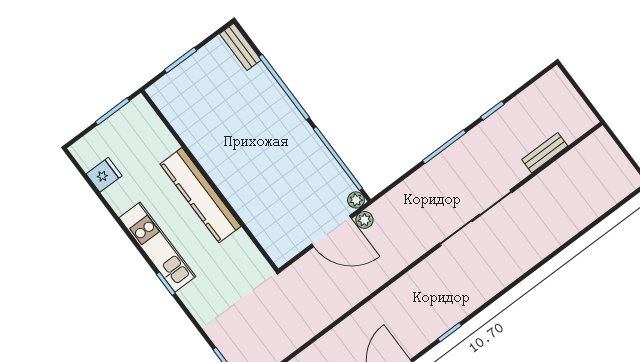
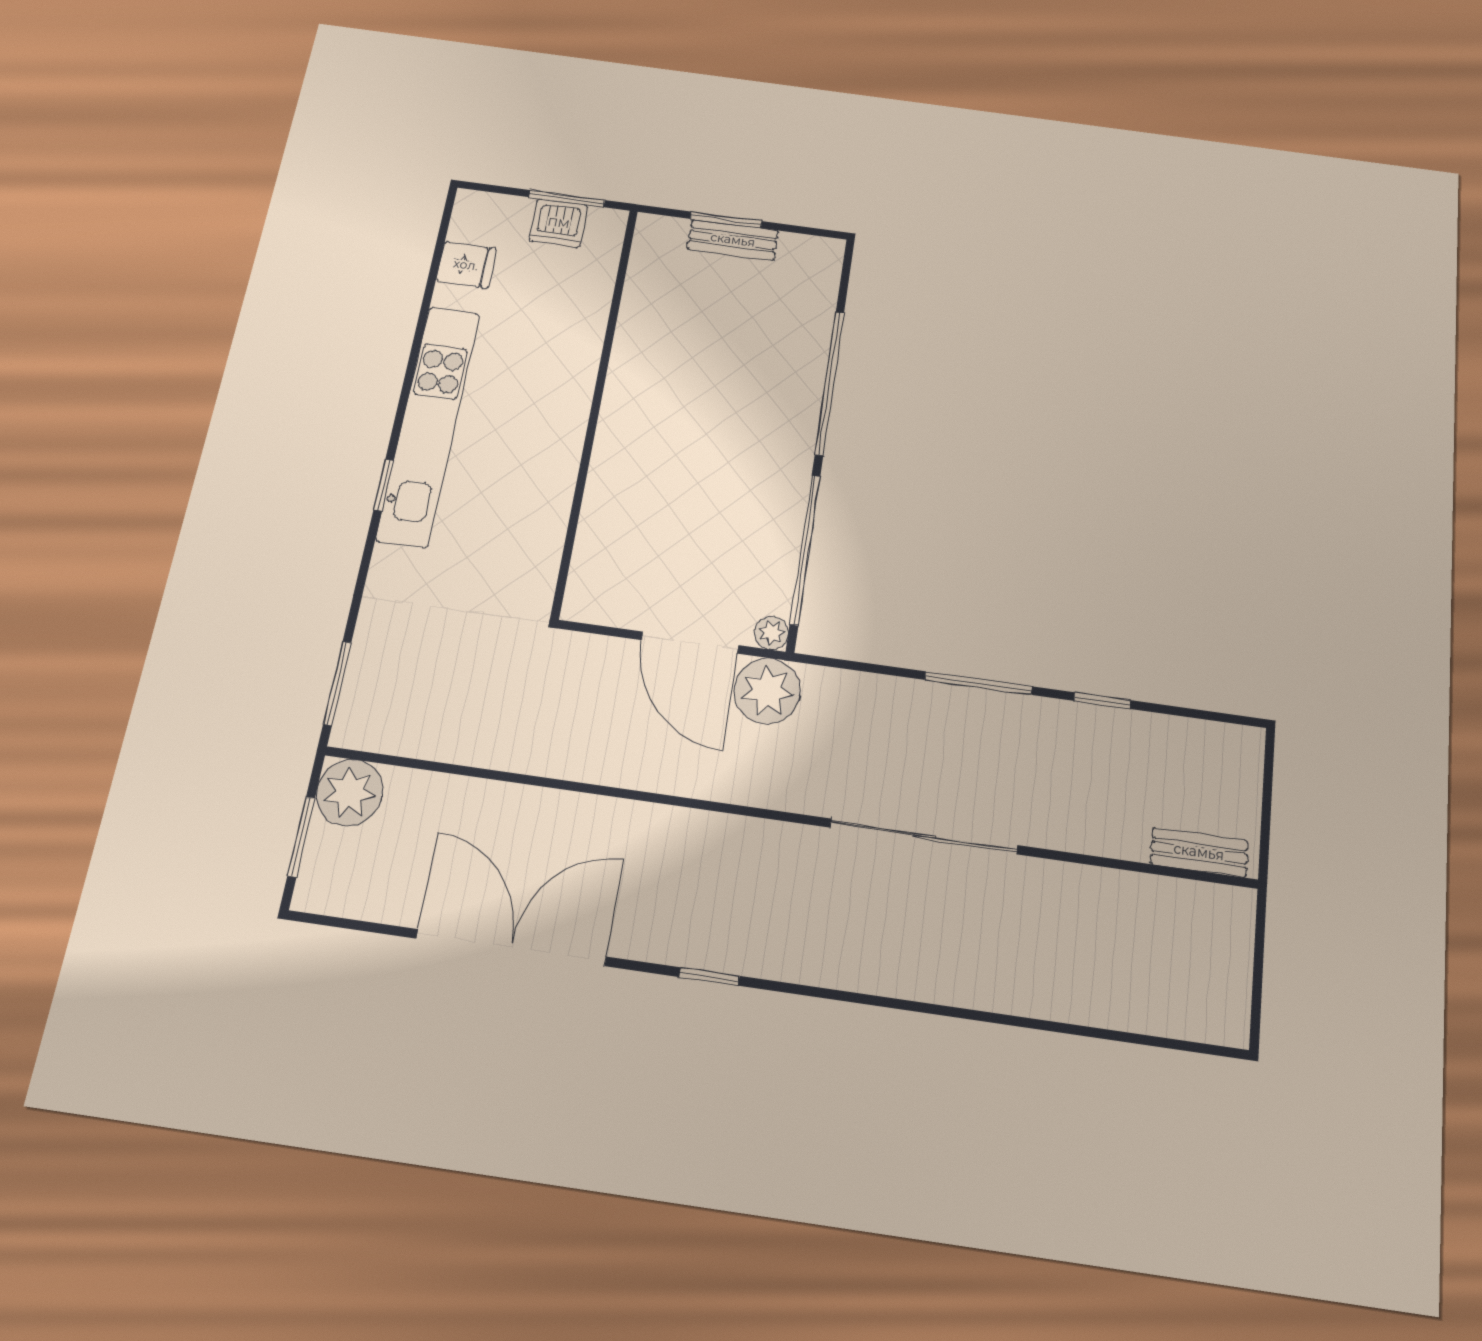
bench: (240, 47) -> (733, 240), moved, turned 90
dishwasher: (120, 124) -> (559, 223), added
bench: (545, 153) -> (1199, 852), moved
kitchen counter: (201, 195) -> (563, 414), removed
plant: (364, 220) -> (767, 691), width x1.88, depth x1.88
kitchen unit: (157, 247) -> (428, 425), width x1.36

